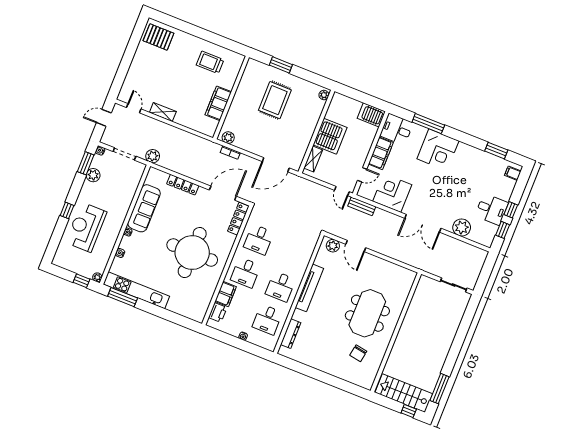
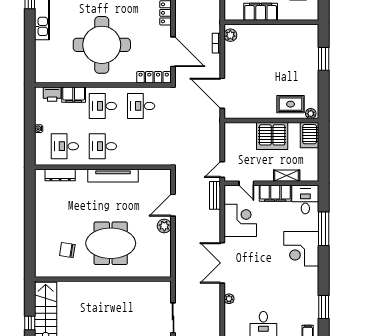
rug: (275, 100) -> (291, 104), moved, width x0.73, depth x0.70
server rack: (371, 115) -> (310, 135), moved, turned 180
shelving: (313, 159) -> (287, 176), moved
plant: (462, 228) -> (229, 299), width x0.53, depth x0.53
plant: (333, 246) -> (164, 226), moved

